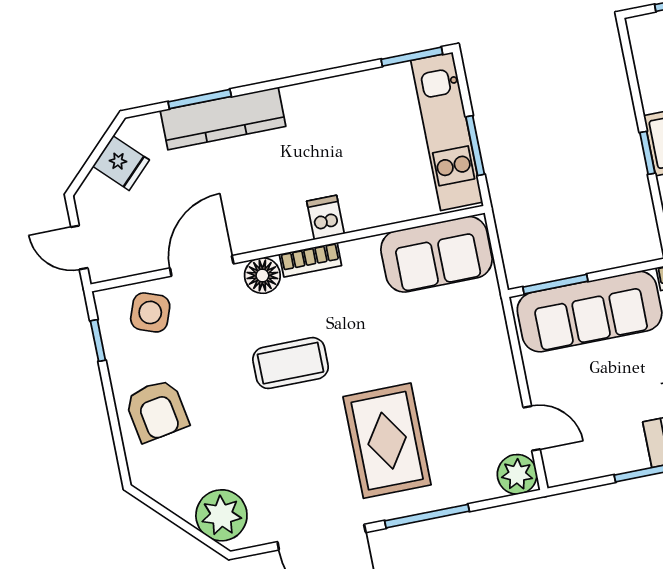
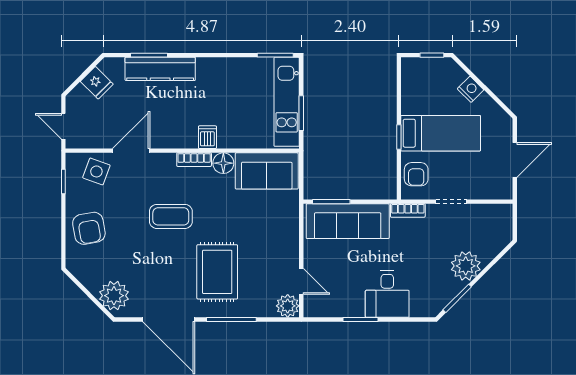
floor lamp: (262, 275) -> (223, 163), moved

